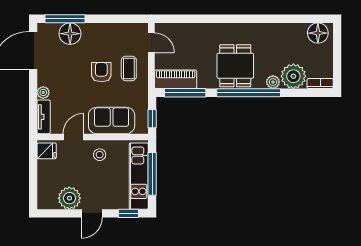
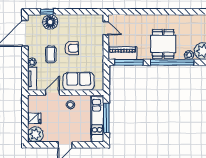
window: (65, 19) -> (47, 12), width x0.46
coffee table: (129, 68) -> (51, 54), moved
armchair: (101, 72) -> (72, 48), turned 90
window: (152, 119) -> (106, 80), removed
fridge: (47, 151) -> (34, 118), moved
plant: (69, 198) -> (35, 134), moved
window: (128, 213) -> (90, 145), removed

